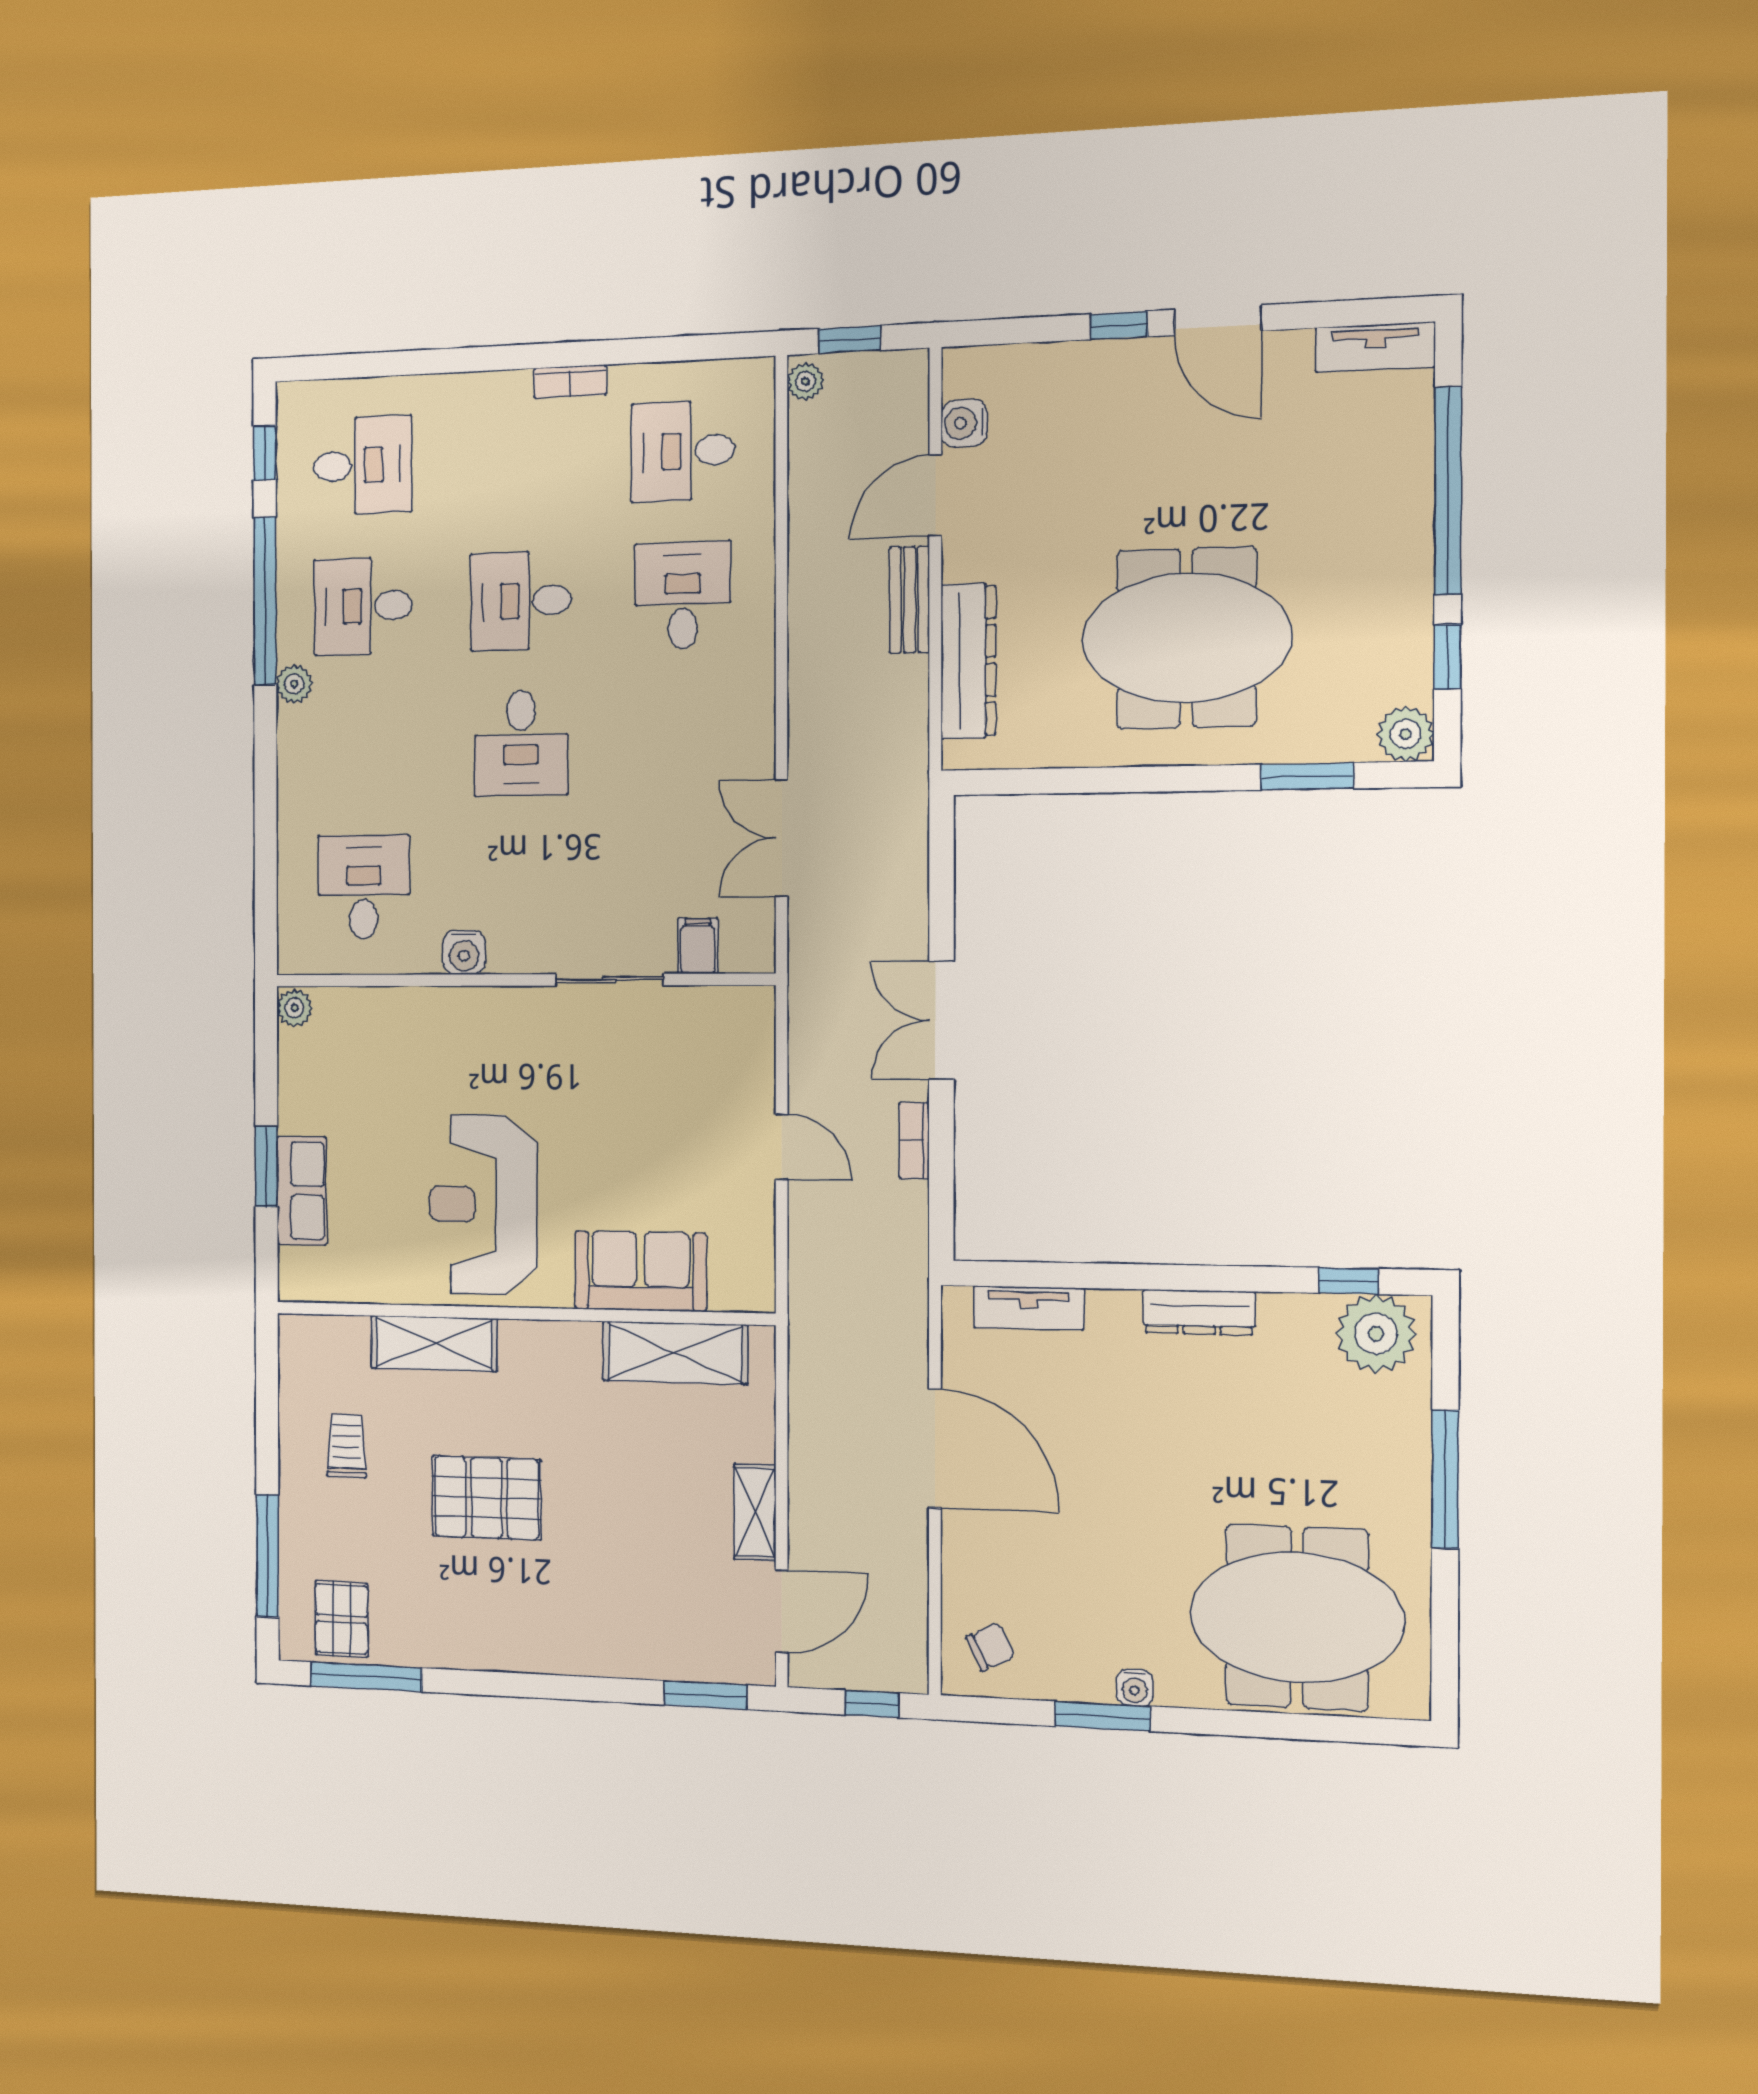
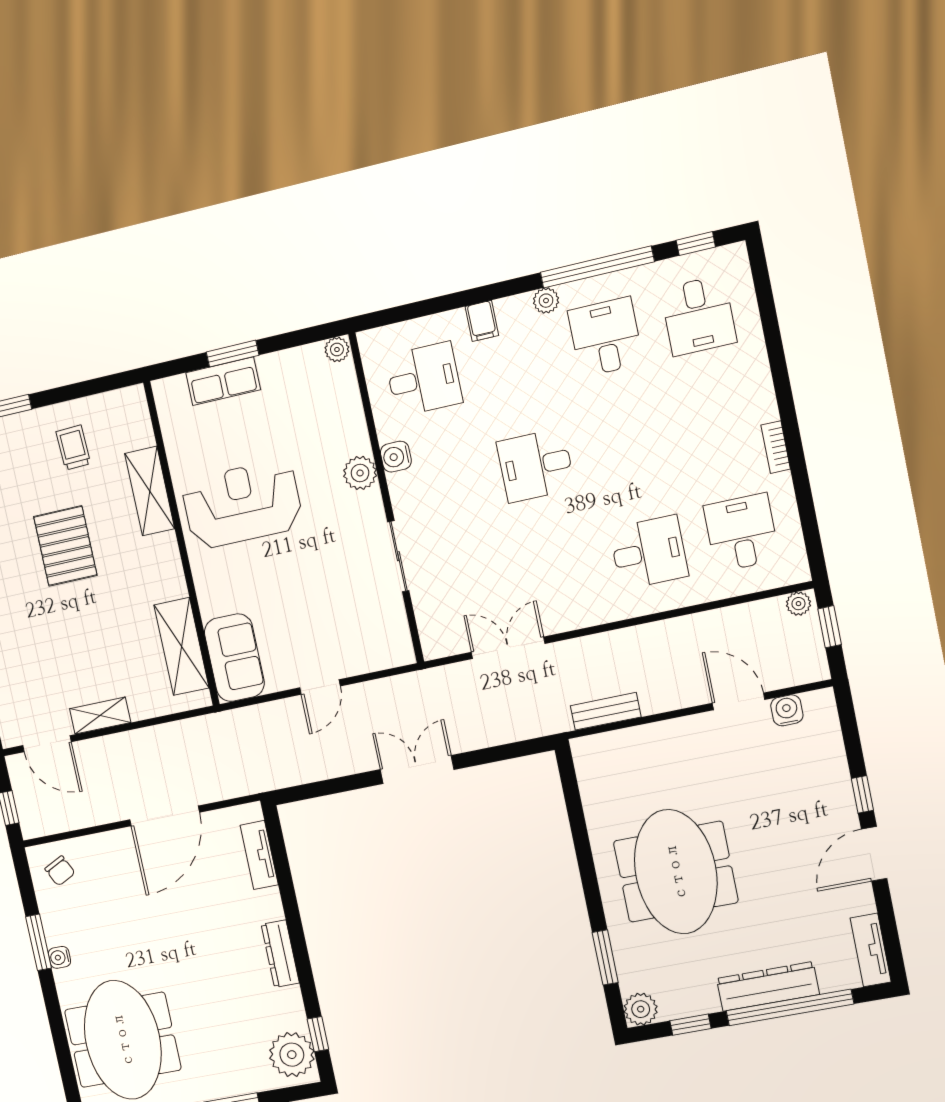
bench: (909, 600) -> (606, 711), moved
desk: (521, 601) -> (627, 445), removed
dresser: (968, 661) -> (768, 986), moved, turned 180
filing cabinet: (698, 946) -> (482, 321), moved, turned 90
plant: (476, 1012) -> (360, 473), added
bookcase: (914, 1140) -> (342, 767), removed
sofa: (640, 1271) -> (234, 658), moved
trolley: (346, 1446) -> (73, 448), turned -92

